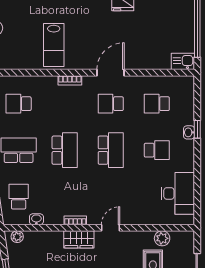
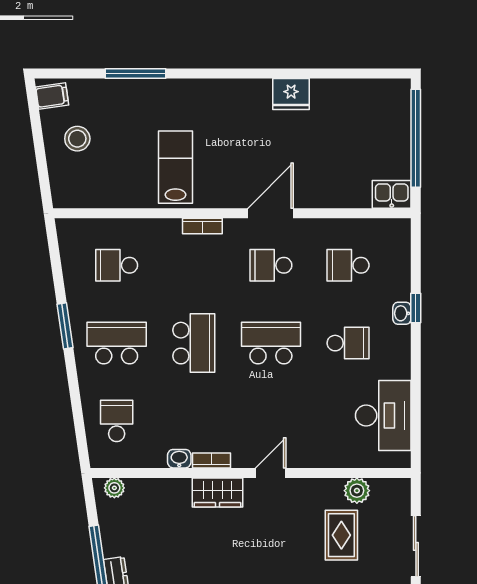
lab bench: (54, 45) -> (175, 167), turned 180
school desk: (111, 150) -> (271, 343), turned -90
washbasin: (36, 219) -> (179, 459), moved

